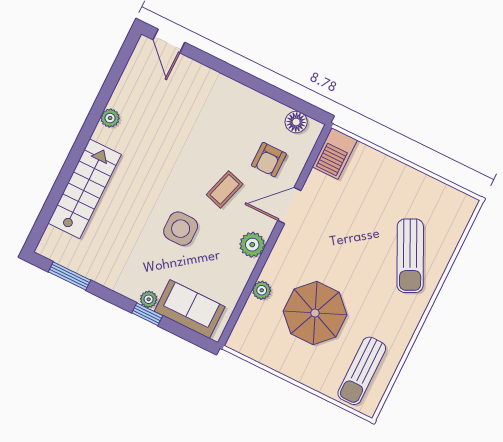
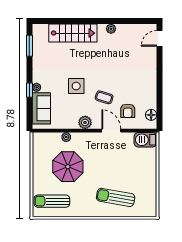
armchair: (269, 160) -> (128, 111), turned -90
sun lounger: (410, 256) -> (116, 197), turned 36

